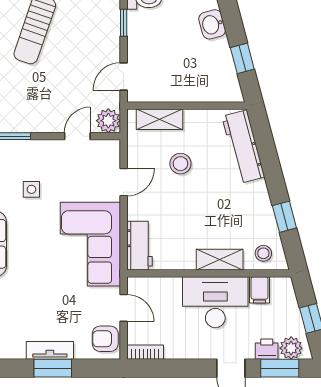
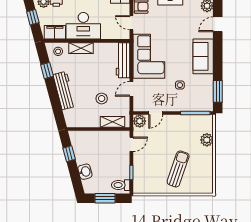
workbench: (243, 147) -> (64, 91), moved
workbench: (140, 246) -> (123, 60), width x1.38
filing cabinet: (260, 290) -> (55, 32), width x2.00

